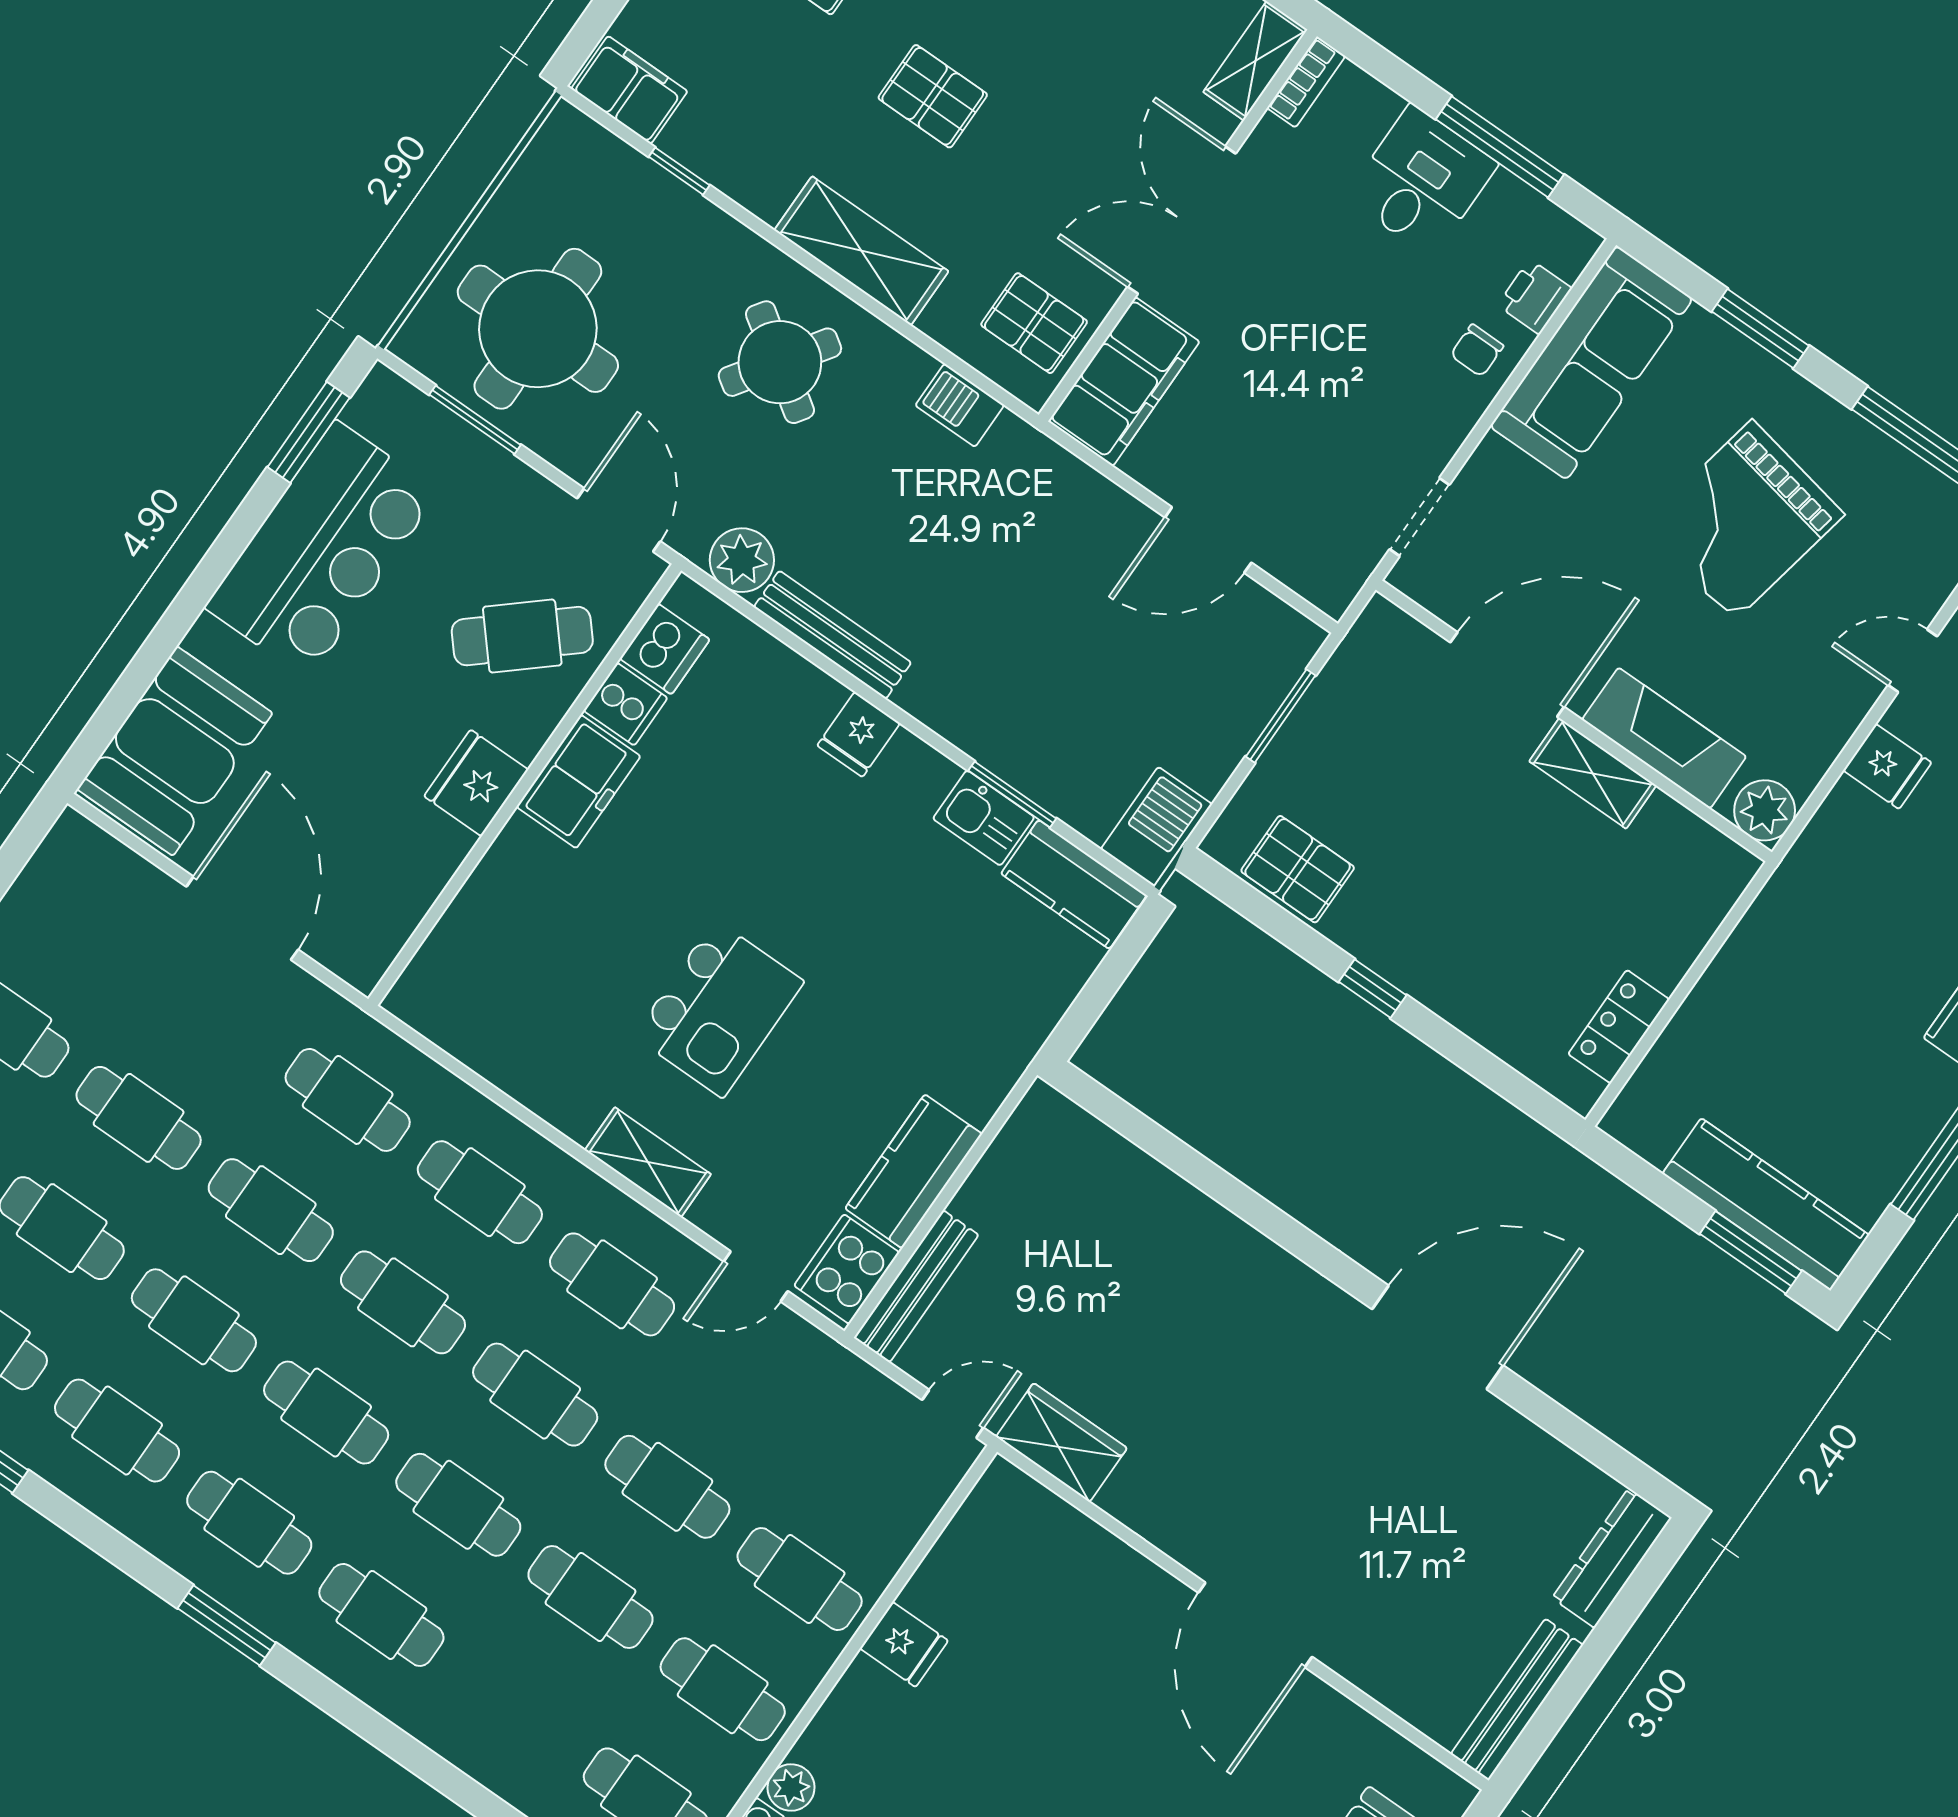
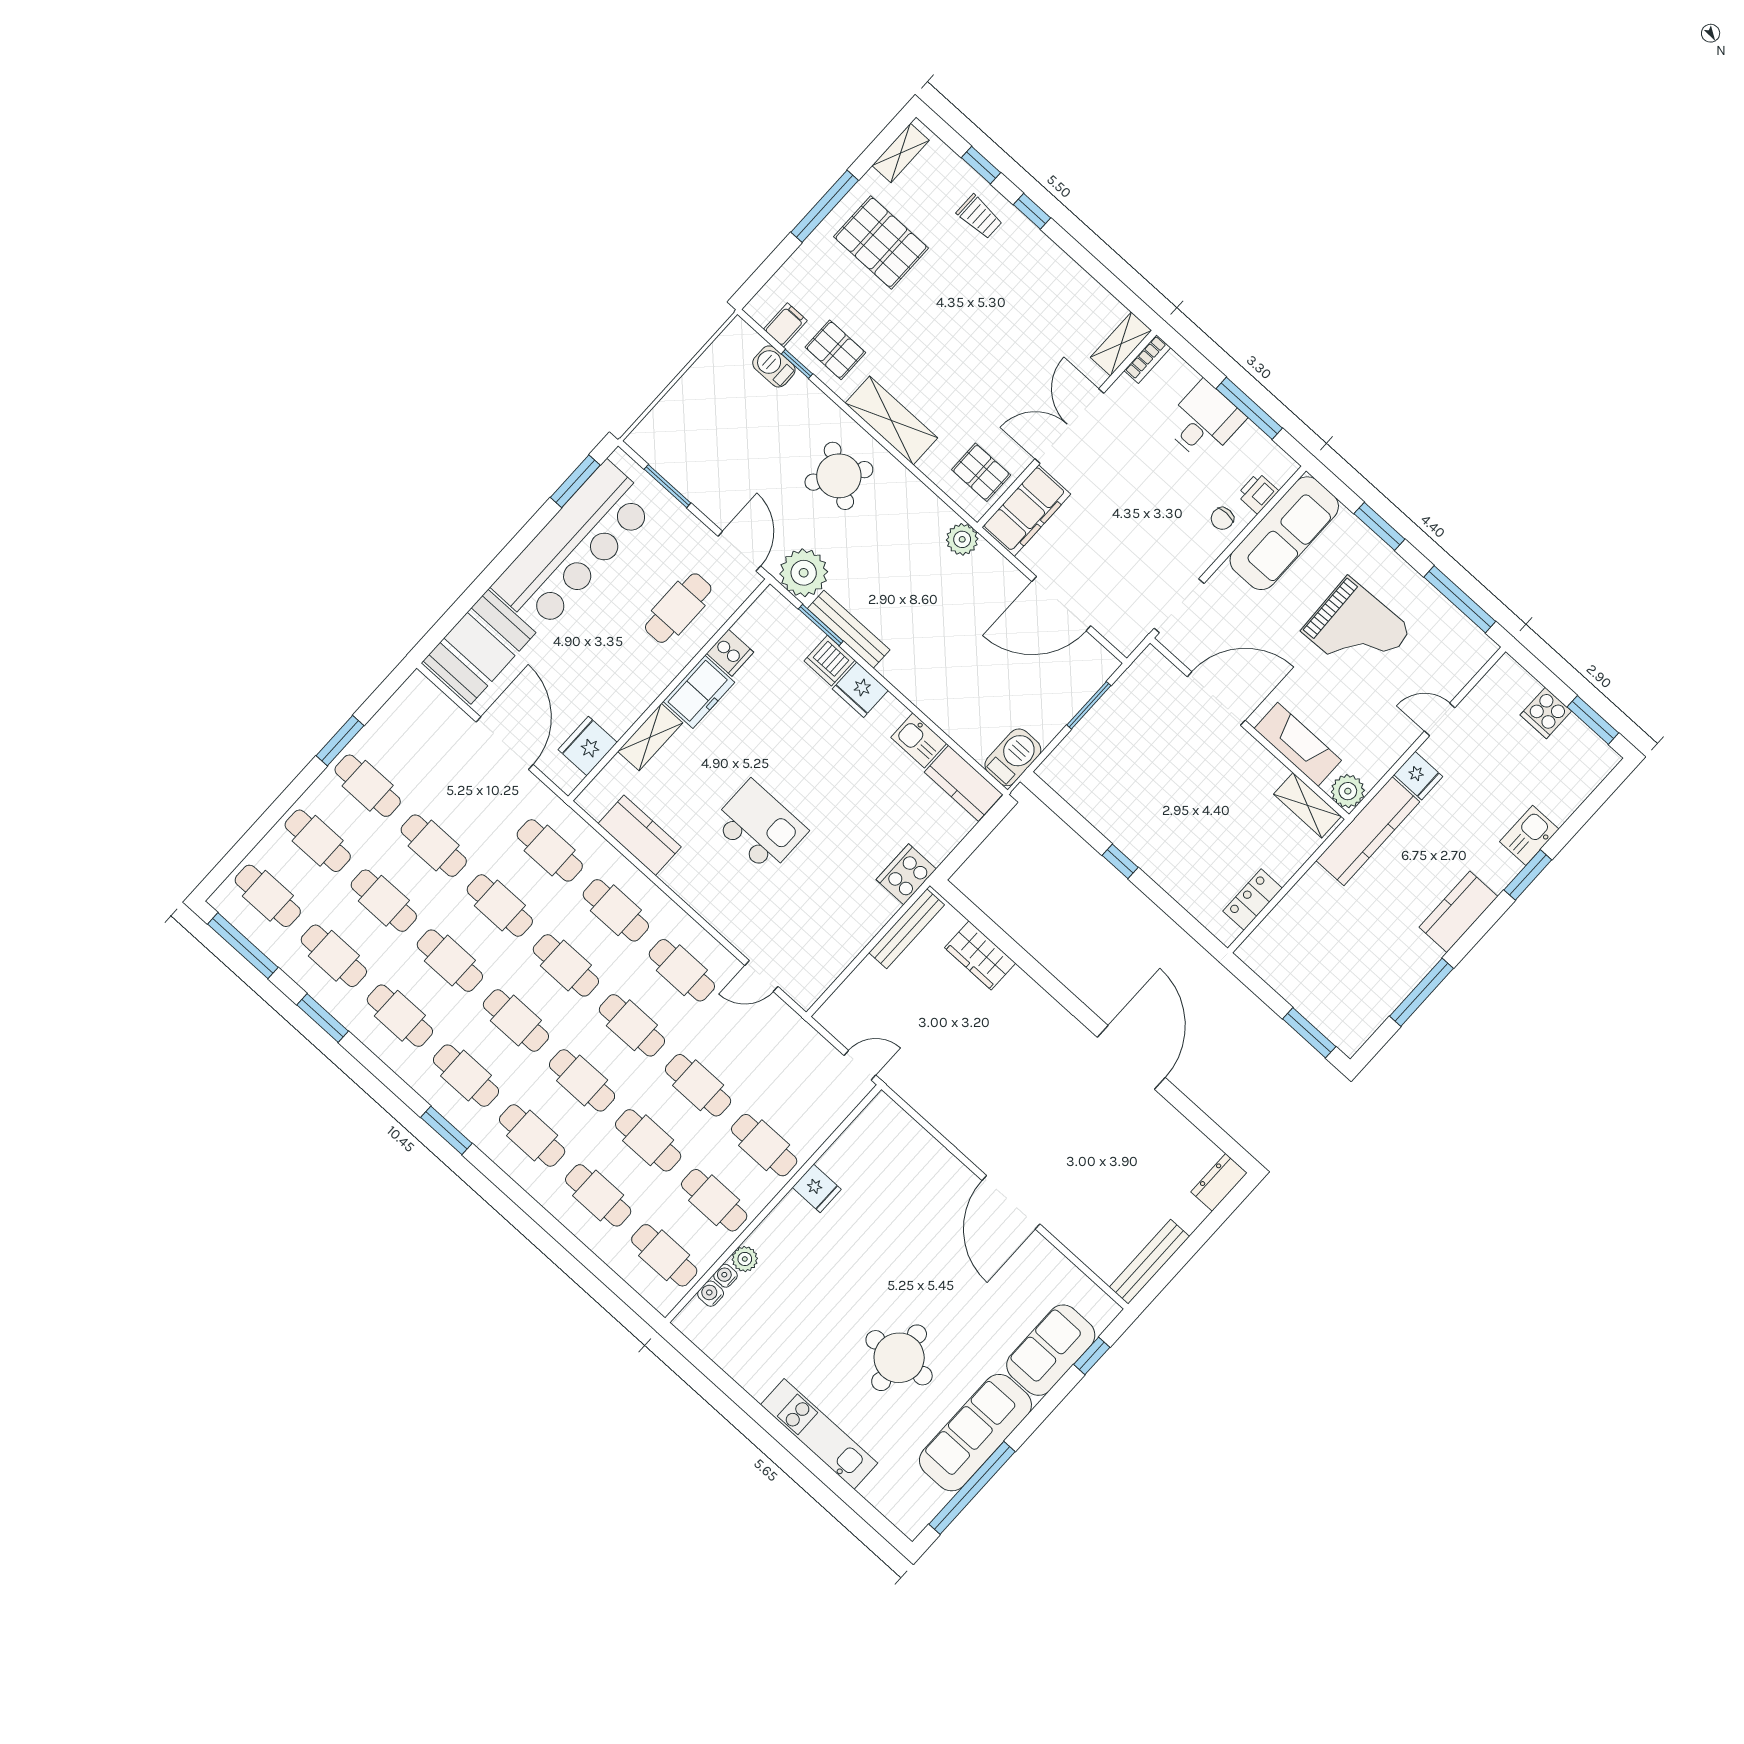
filing cabinet: (629, 90) -> (785, 325), width x0.50
pallet: (933, 96) -> (835, 350), moved
round table: (538, 329) -> (708, 441), removed
barbecue: (960, 405) -> (774, 366), moved
plant: (1015, 448) -> (962, 539), added
doorway: (1419, 517) -> (1179, 606), width x1.38
grand piano: (1743, 520) -> (1356, 630), turned -103
door: (1208, 540) -> (1061, 604), width x1.36
bar counter: (322, 550) -> (574, 547), width x1.36
plant: (742, 560) -> (804, 573), width x1.36, depth x1.36
cafe table: (522, 636) -> (678, 608), turned -49
dishwasher: (665, 649) -> (829, 661), moved, turned 90
fridge: (859, 734) -> (860, 690), width x1.38
shelving: (1593, 773) -> (1307, 805), moved
fridge: (476, 783) -> (588, 746), moved
window: (1012, 795) -> (821, 625), moved
pallet: (1298, 869) -> (1087, 791), removed
kitchen island: (719, 1009) -> (760, 827), turned -90
shelving: (648, 1162) -> (650, 737), moved, turned 90
kitchen counter: (914, 1171) -> (640, 835), moved, turned 90
kitchen counter: (1766, 1204) -> (1368, 831), moved, turned 90
cooker: (847, 1269) -> (906, 874), moved
bench: (916, 1286) -> (907, 929), moved
door: (1438, 1337) -> (1131, 1057), hinge flipped
wardrobe: (1061, 1442) -> (980, 955), moved, turned 180
dresser: (1612, 1558) -> (1219, 1182), width x0.70
cafe table: (514, 1707) -> (598, 1195), added

